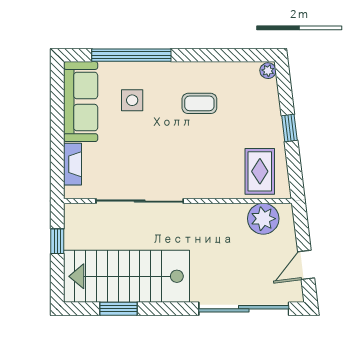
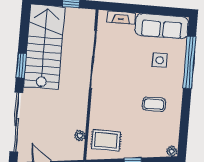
coffee table: (199, 103) -> (154, 104), turned 90
plant: (263, 219) -> (80, 136), width x0.53, depth x0.53
window: (118, 309) -> (21, 66), moved

